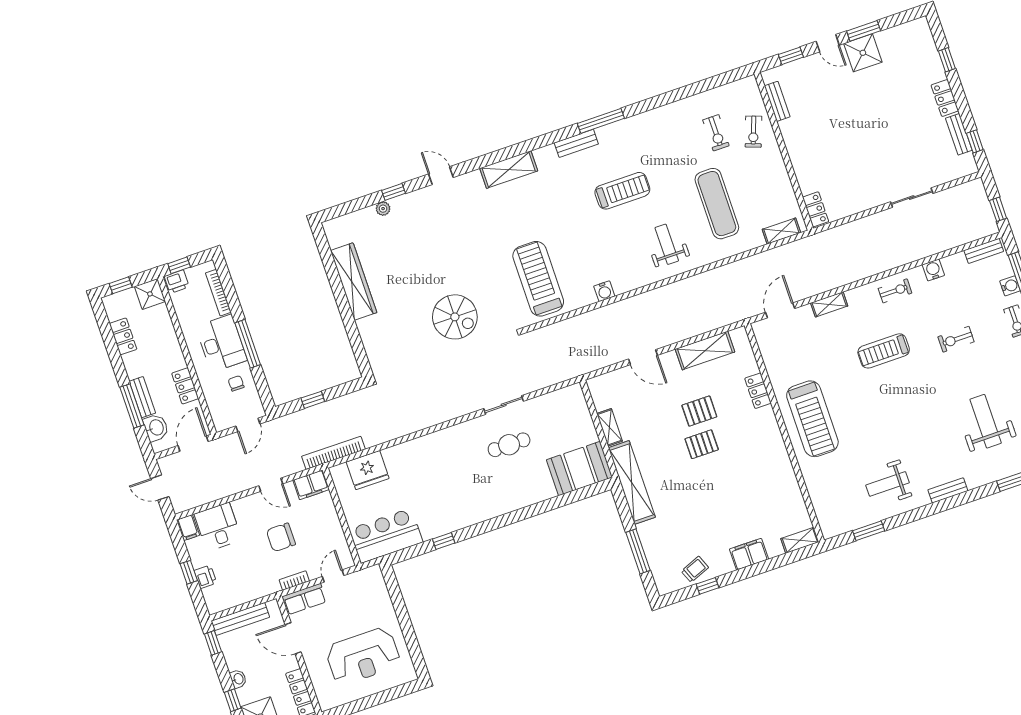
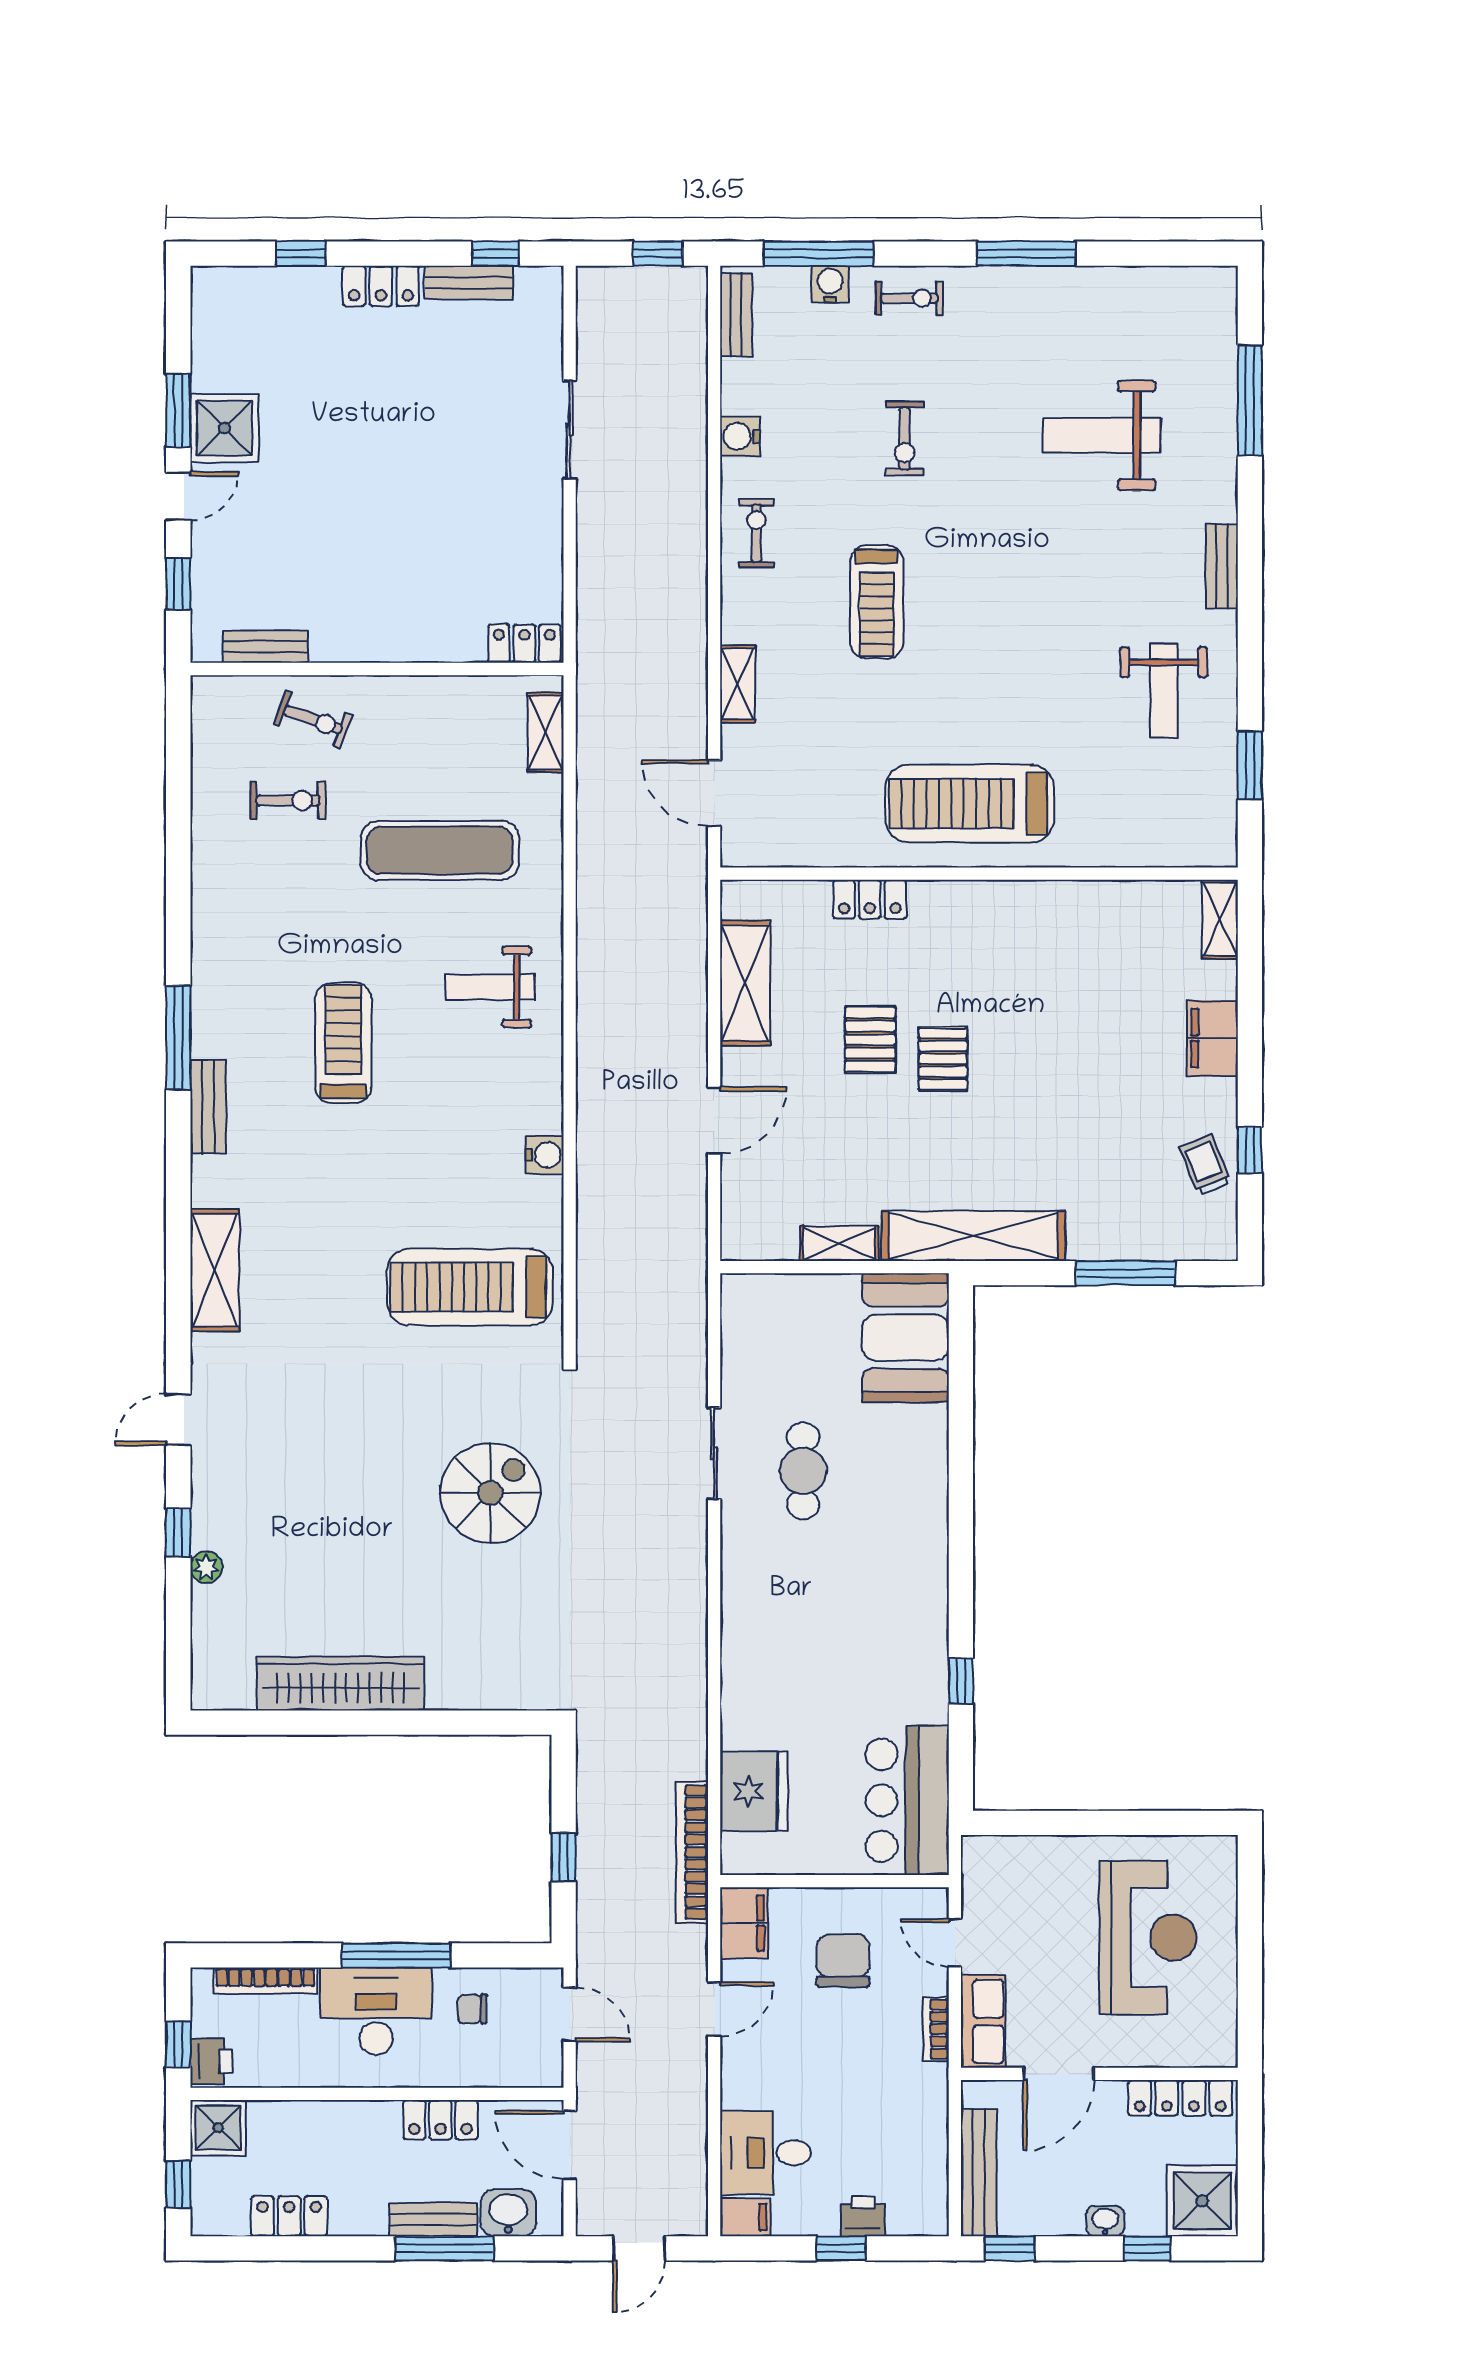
treadmill: (812, 419) -> (970, 804), turned 180
chair: (281, 537) -> (843, 1960), moved, turned 180

